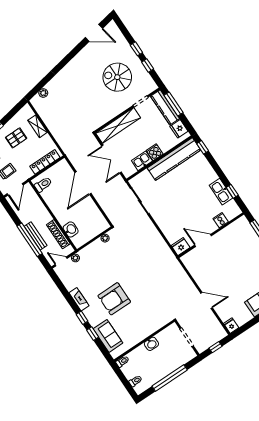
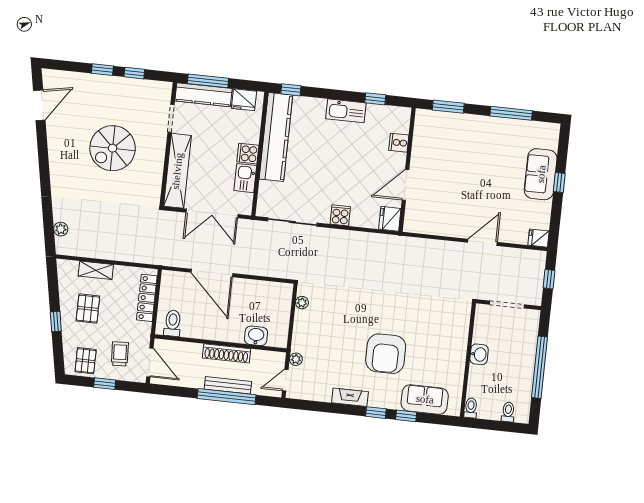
spiral stairs: (117, 77) -> (113, 148), moved
kitchen sink: (221, 192) -> (346, 111), moved
cooker: (162, 221) -> (340, 215), added
shoe rack: (58, 234) -> (226, 353), moved

